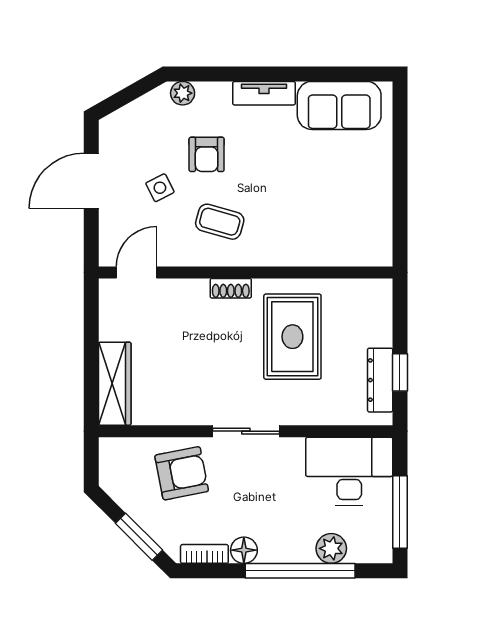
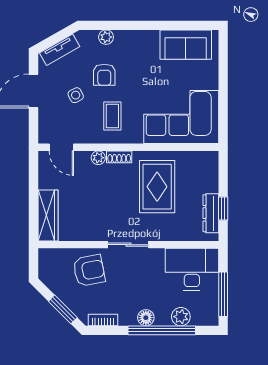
plant: (183, 93) -> (106, 37), moved
tv unit: (264, 93) -> (60, 50), moved, turned -30
coffee table: (220, 222) -> (112, 116), turned 74
corner sofa: (332, 223) -> (181, 117), added
door: (137, 272) -> (61, 147), swing flipped
plant: (197, 290) -> (98, 158), added
floor lamp: (244, 550) -> (146, 318), moved

